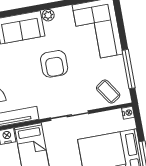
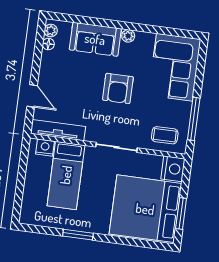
coffee table: (108, 92) -> (165, 135), turned -56
nightstand: (128, 113) -> (173, 169), width x1.89, depth x1.79

